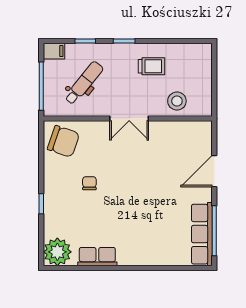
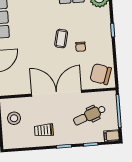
dental chair: (84, 83) -> (89, 115), turned 30
stool: (177, 101) -> (14, 118), moved
double door: (129, 118) -> (57, 93), width x1.87
coffee table: (117, 197) -> (61, 39), added

